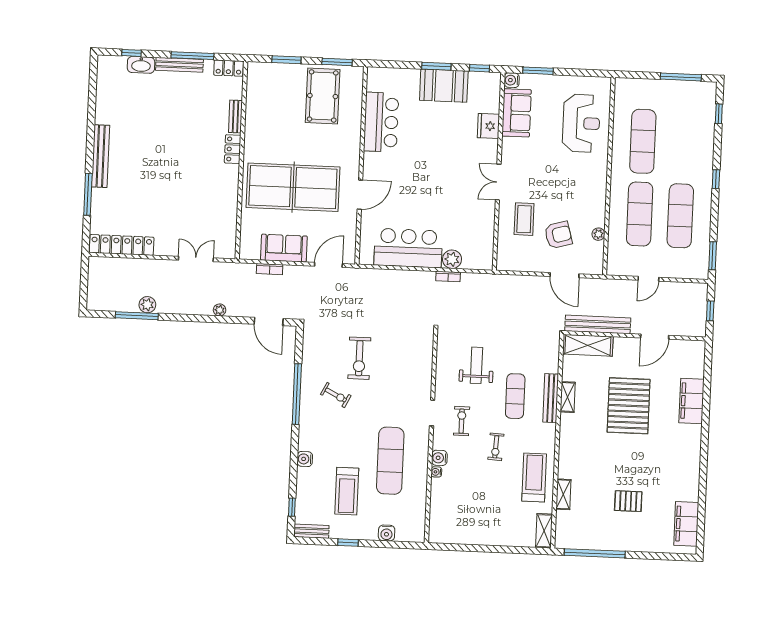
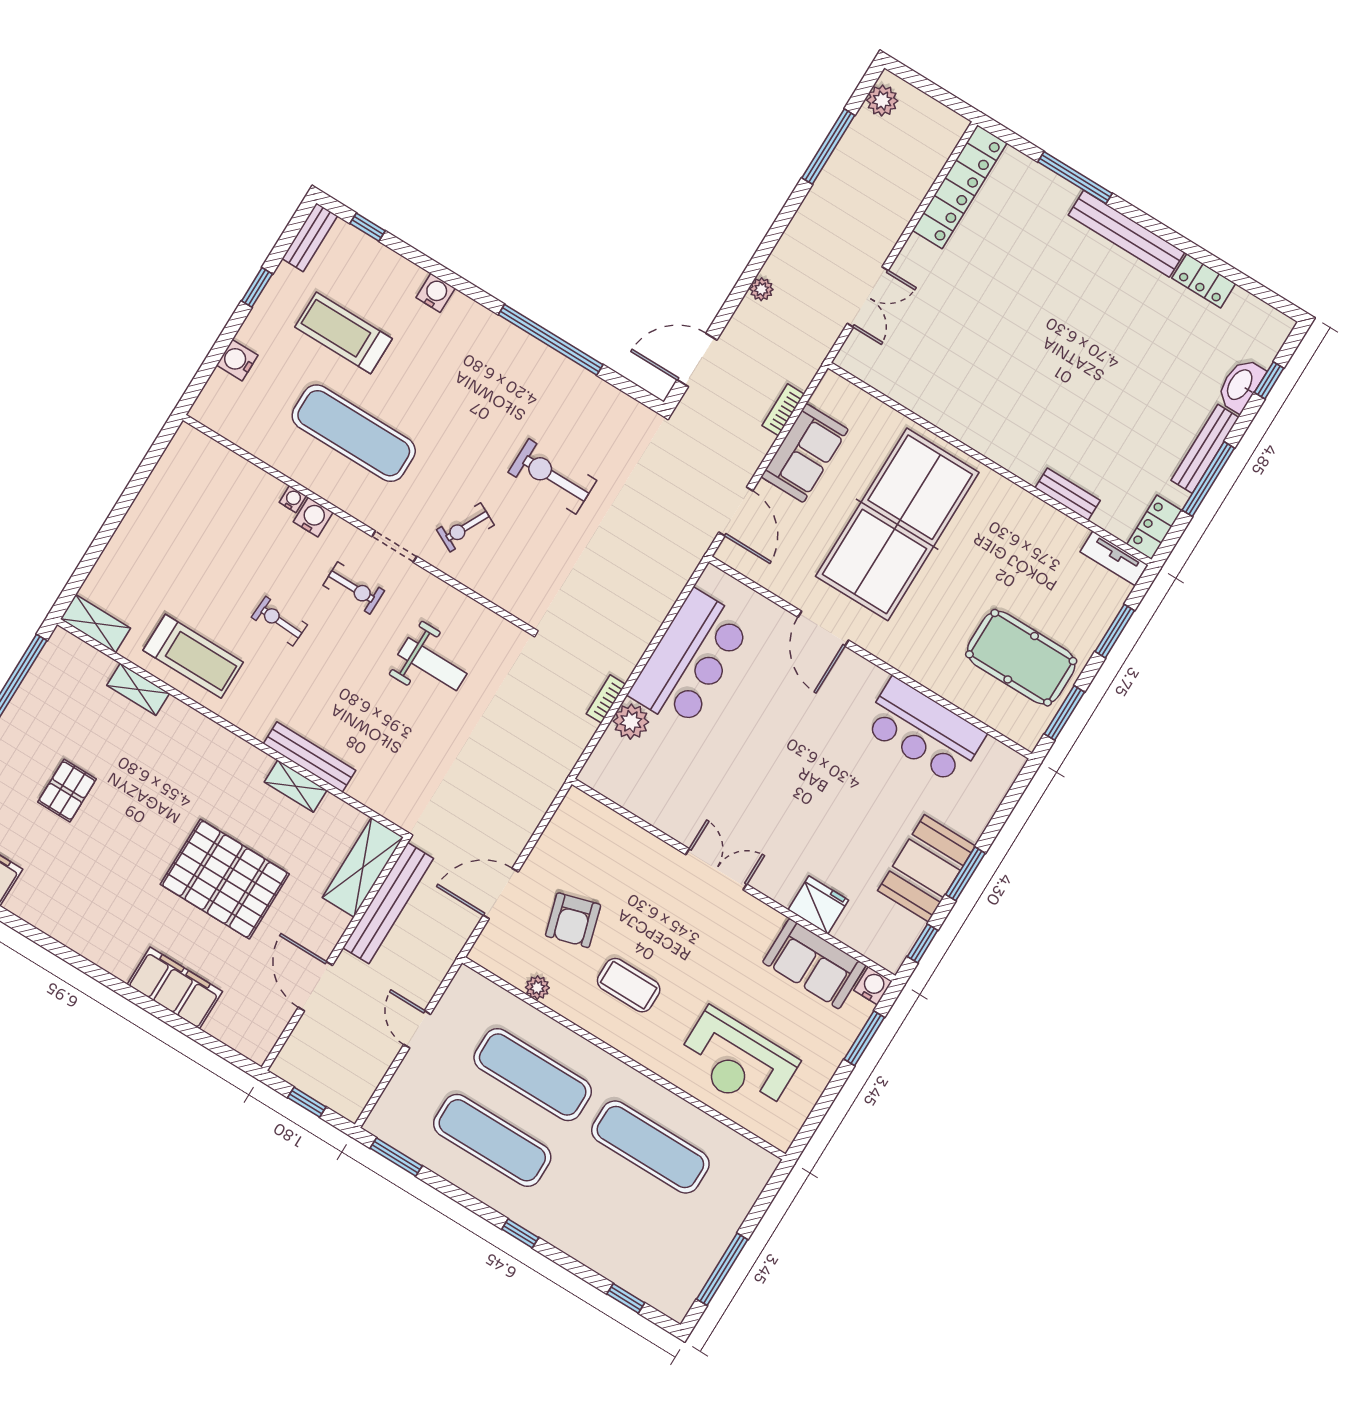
tv unit: (253, 79) -> (1114, 558), added
locker: (233, 149) -> (1204, 281), moved, turned 180
coffee table: (524, 219) -> (629, 985), moved
plant: (147, 305) -> (882, 101), moved
exercise bike: (336, 395) -> (465, 527), moved
exercise mat: (515, 396) -> (346, 700), removed

